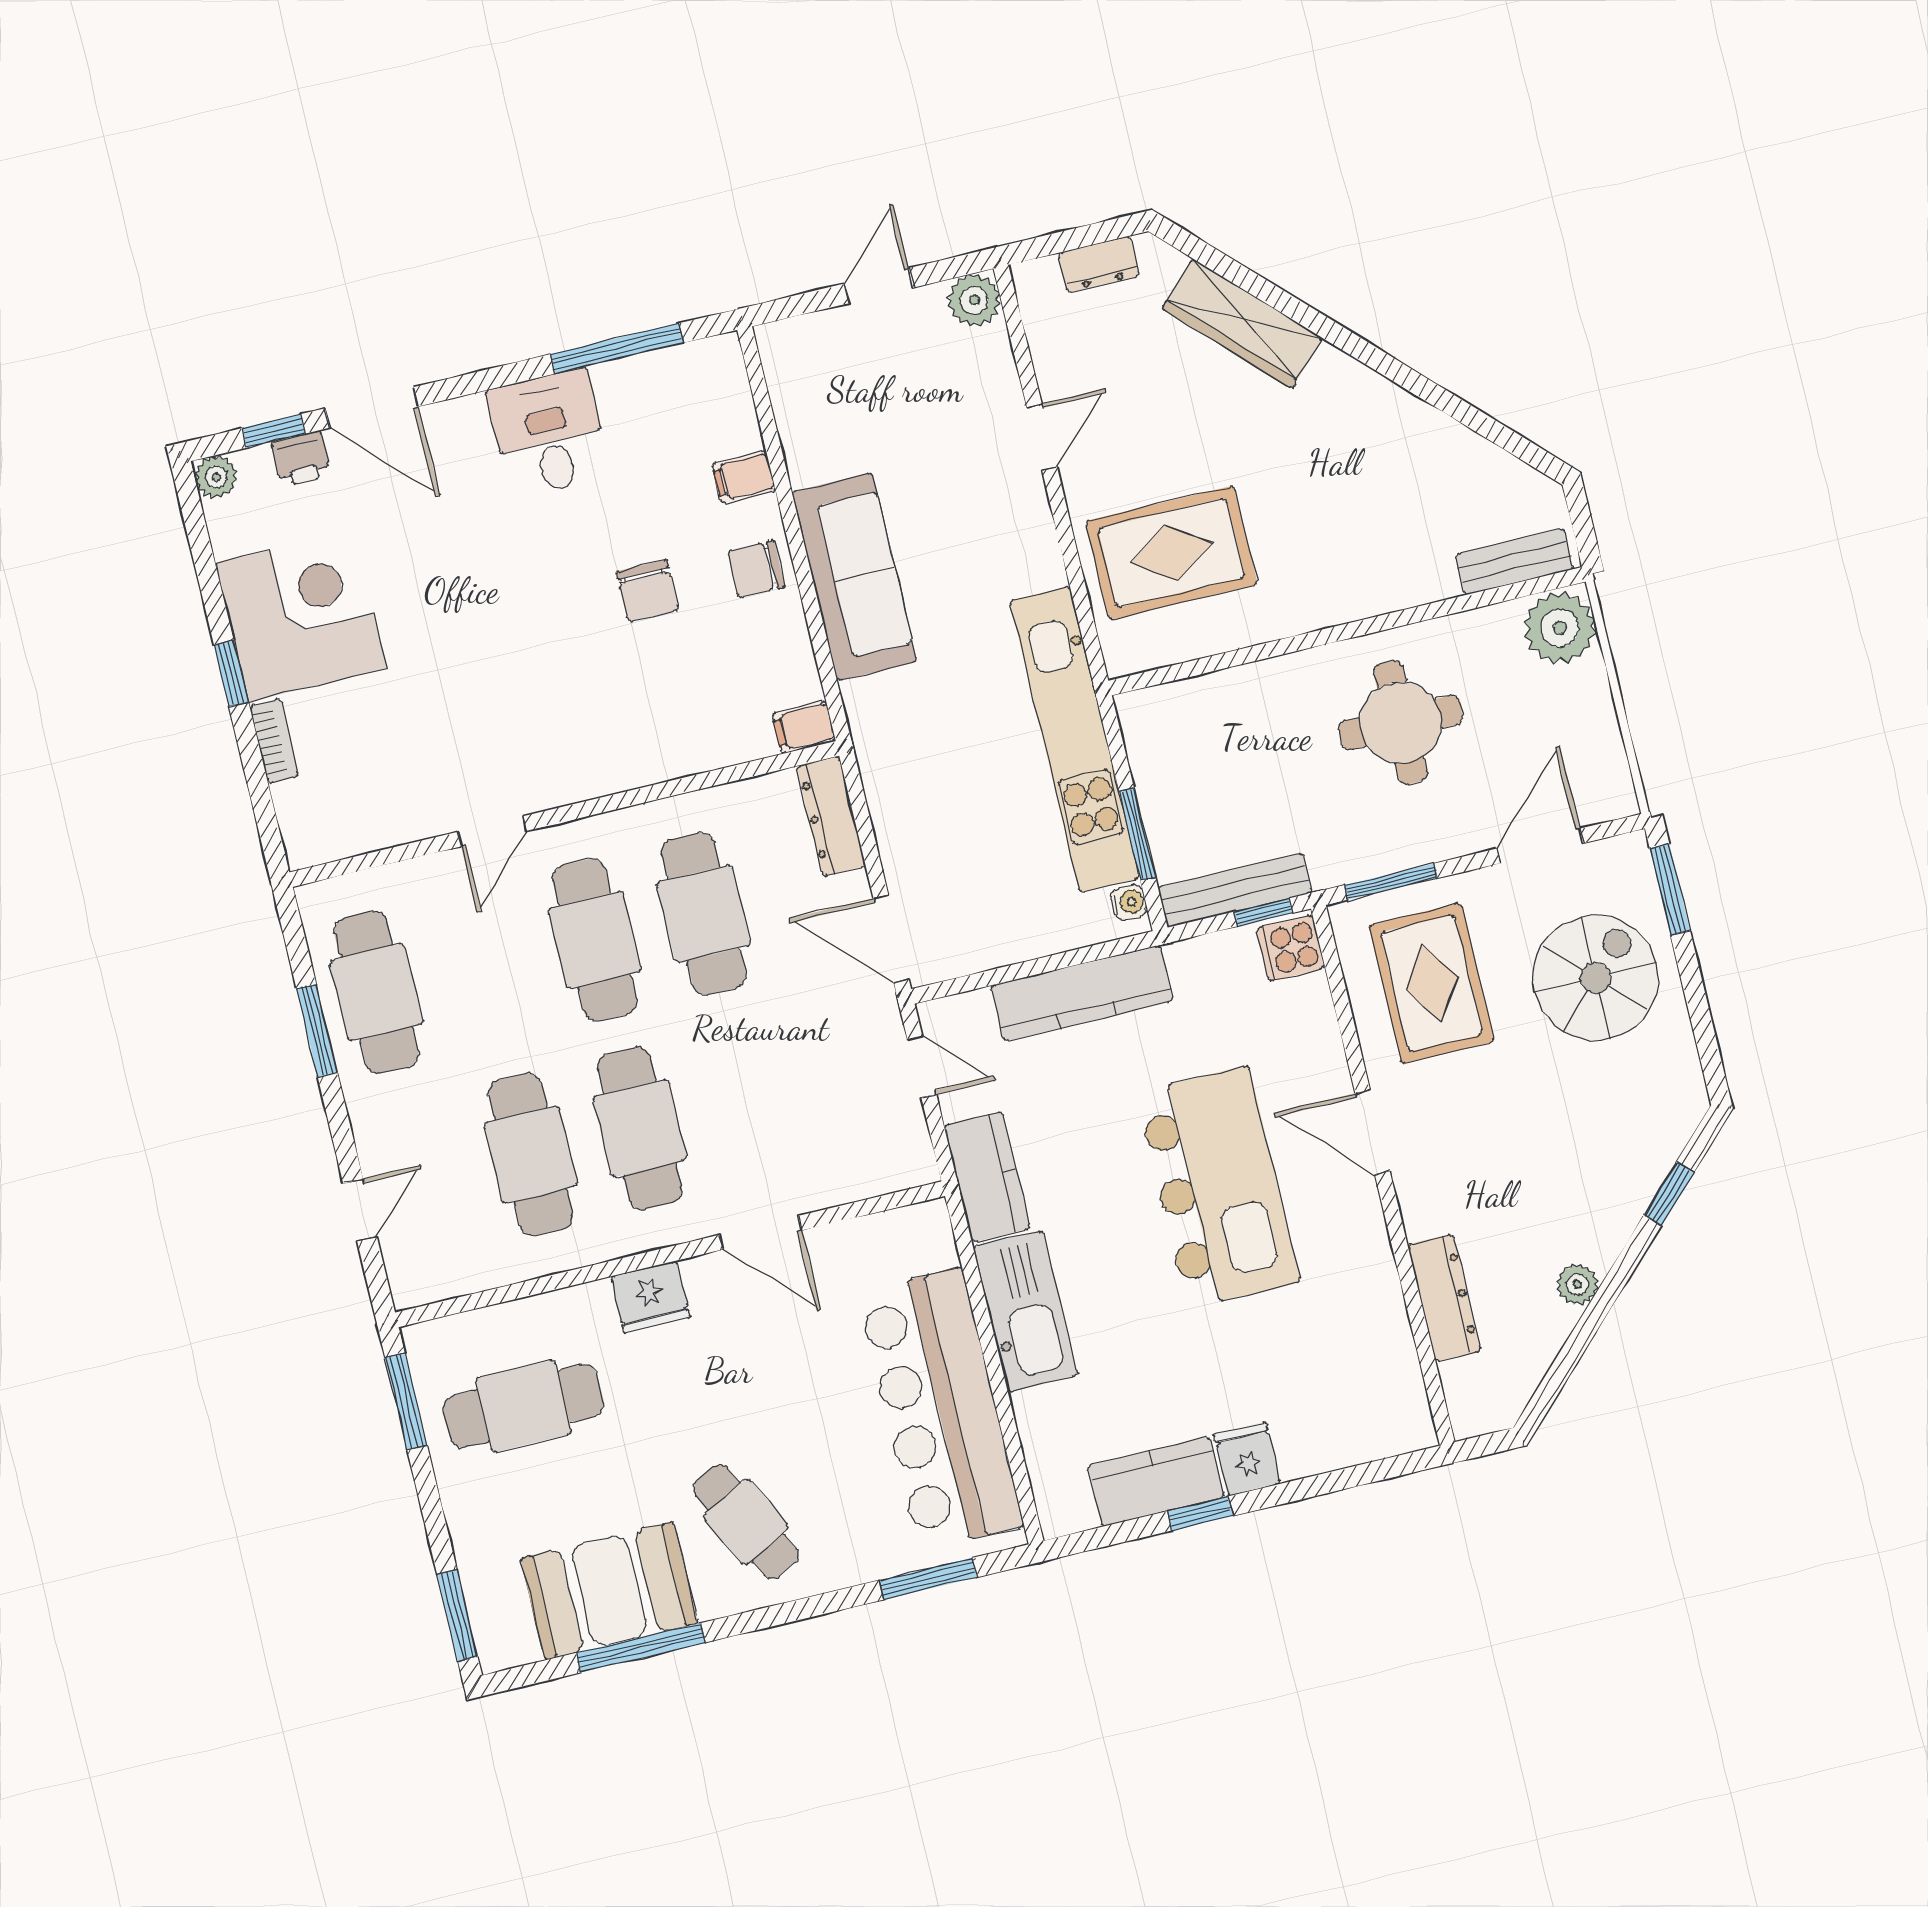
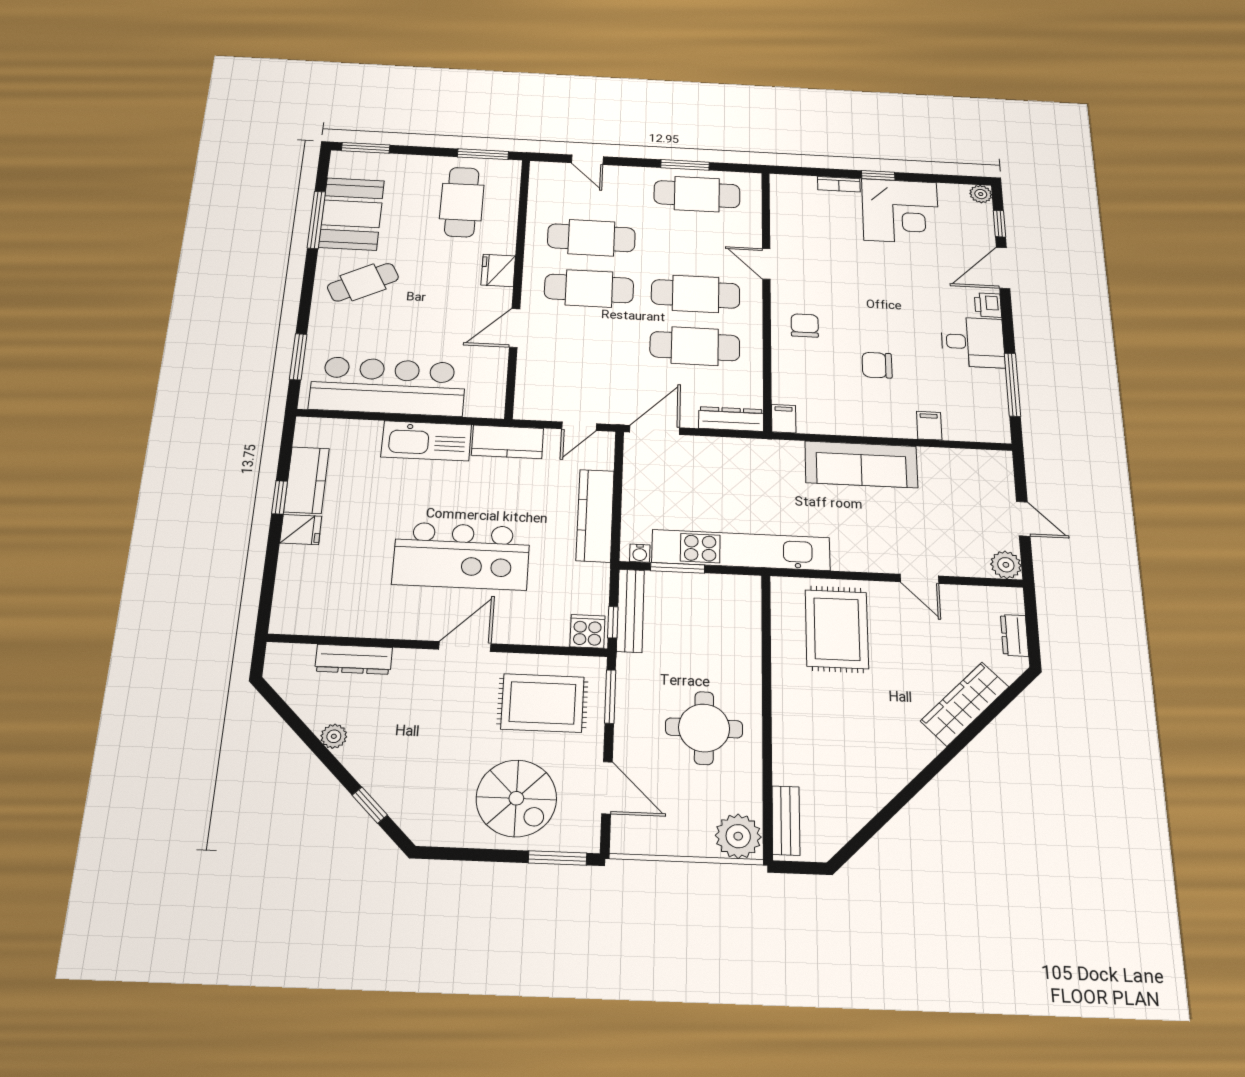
printer: (301, 459) -> (988, 305), moved
chair: (756, 569) -> (805, 325), moved

